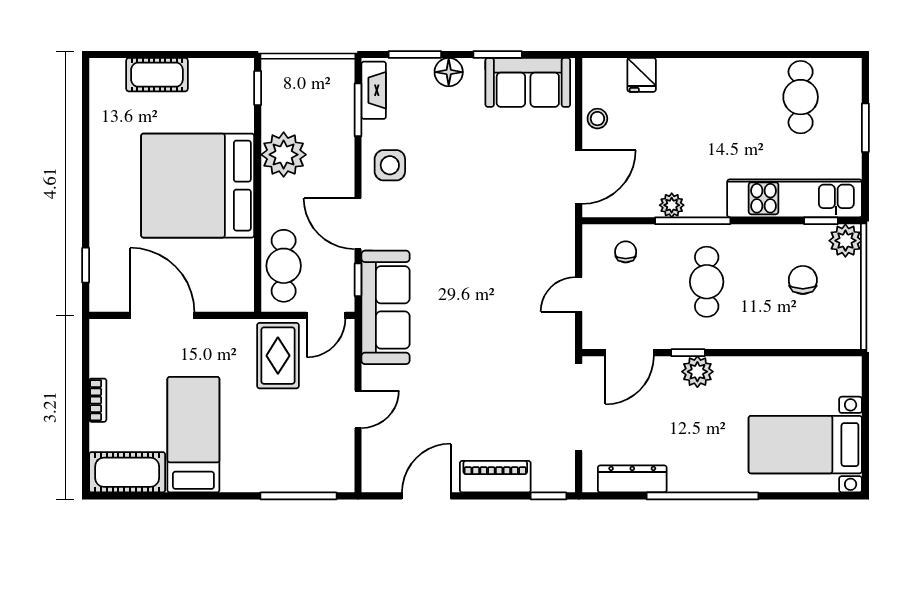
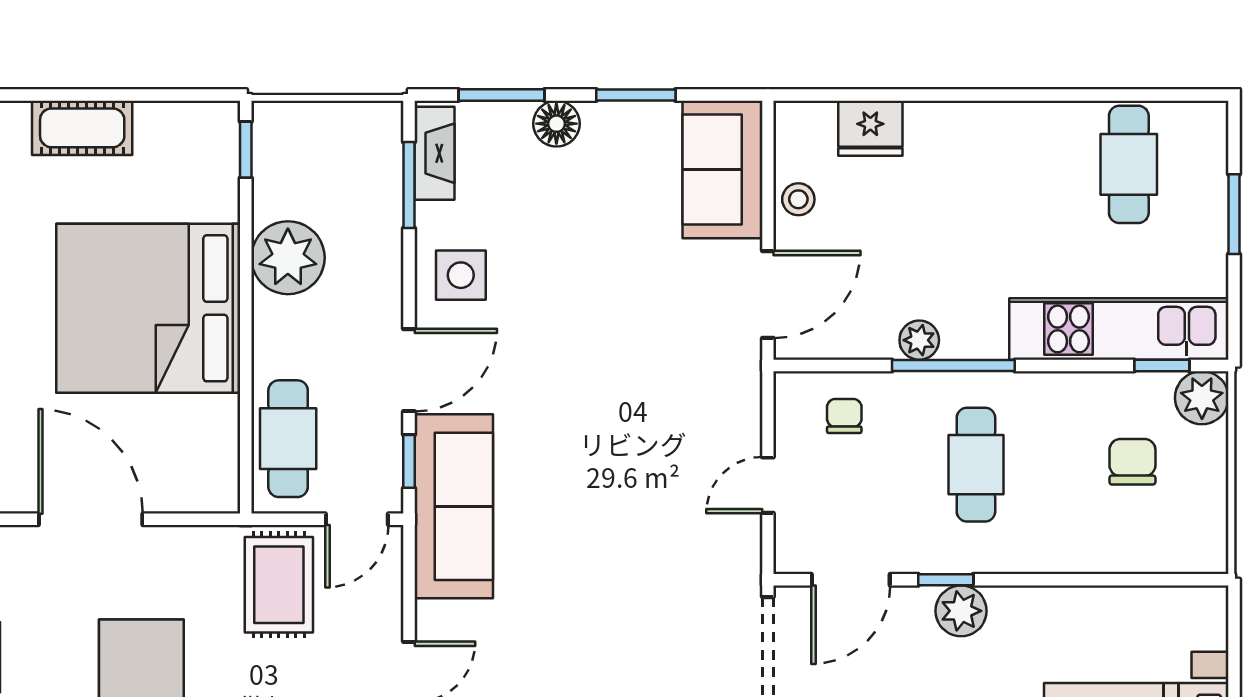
fridge: (642, 75) -> (870, 128), width x1.38
sofa: (528, 82) -> (722, 170), moved, turned 90
door: (358, 224) -> (409, 370), swing flipped

